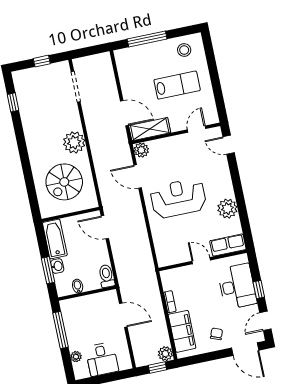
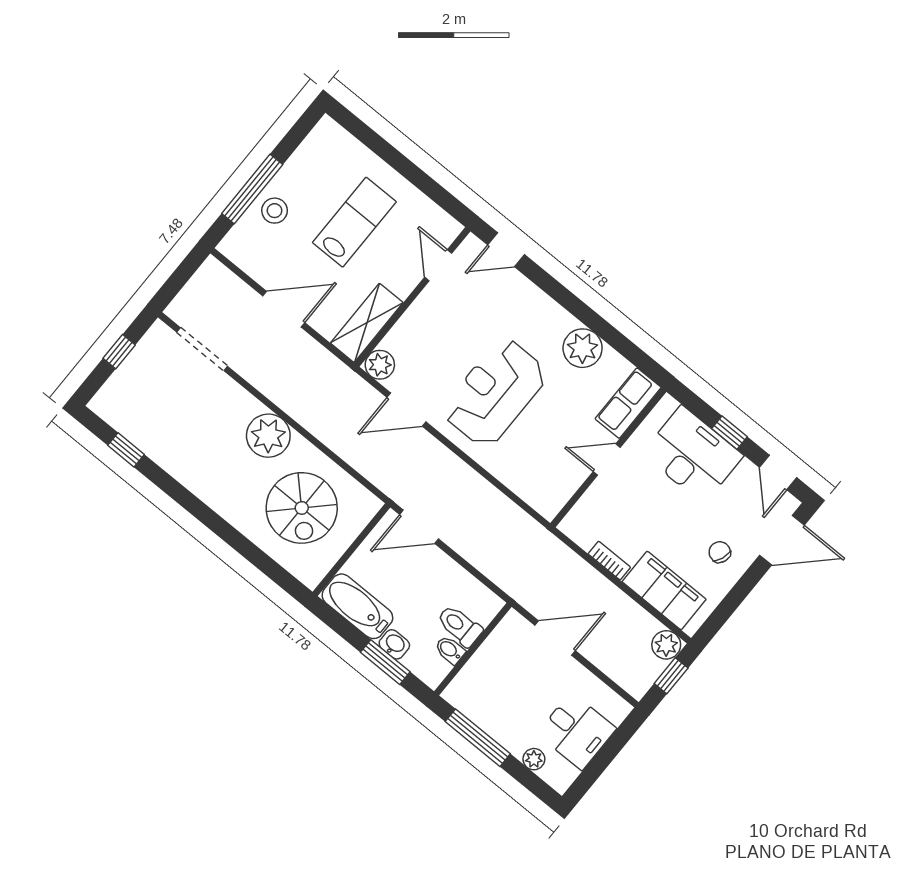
stool: (184, 50) -> (275, 211), moved
door: (124, 113) -> (284, 309), moved
toilet: (107, 276) -> (460, 626), moved

